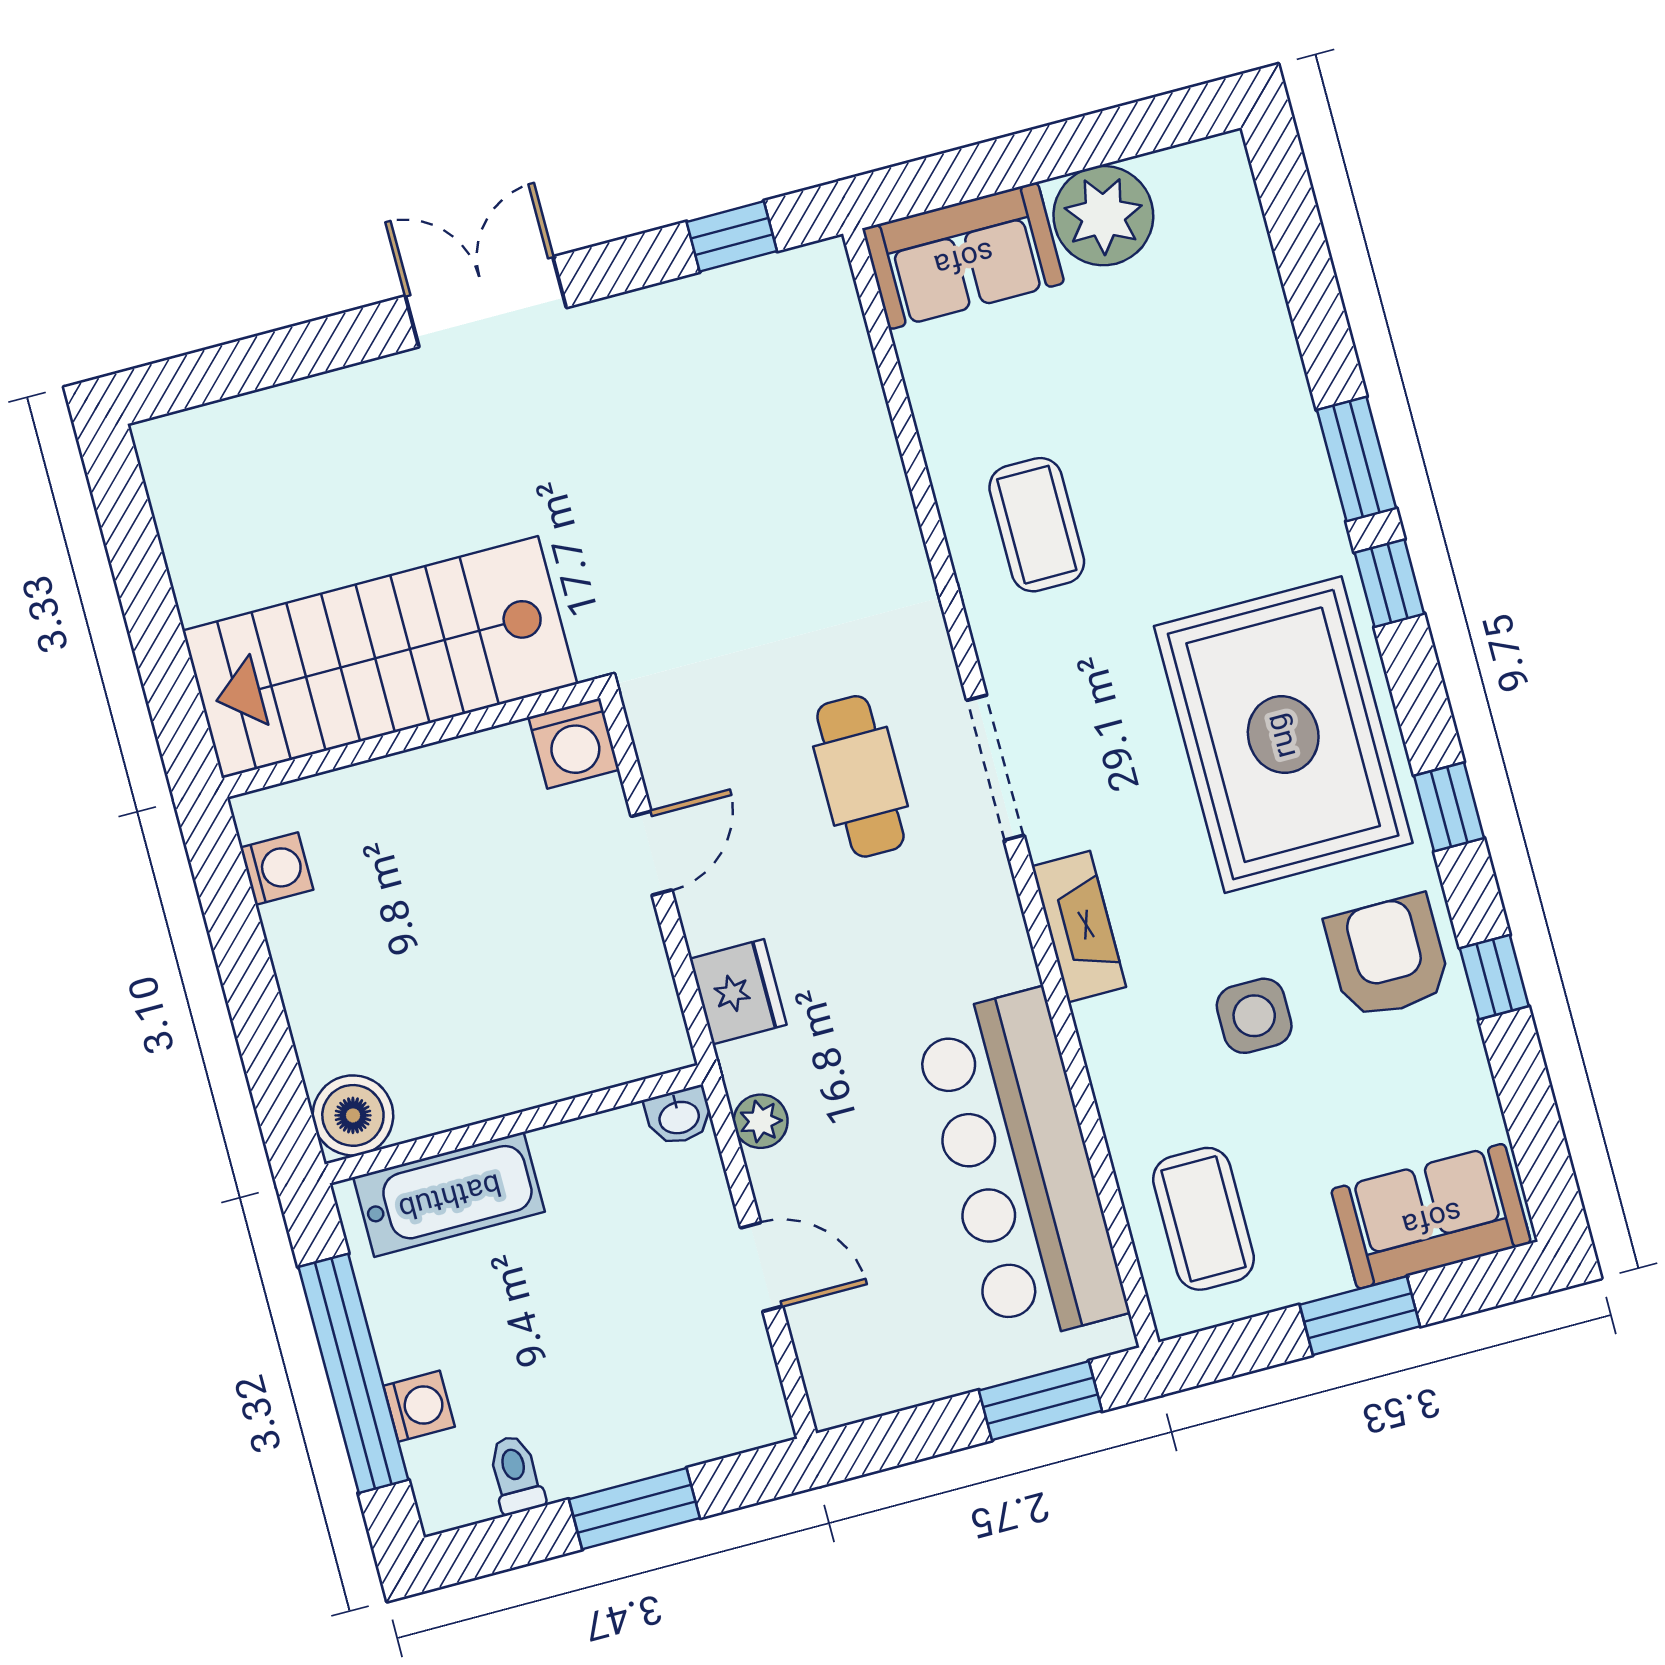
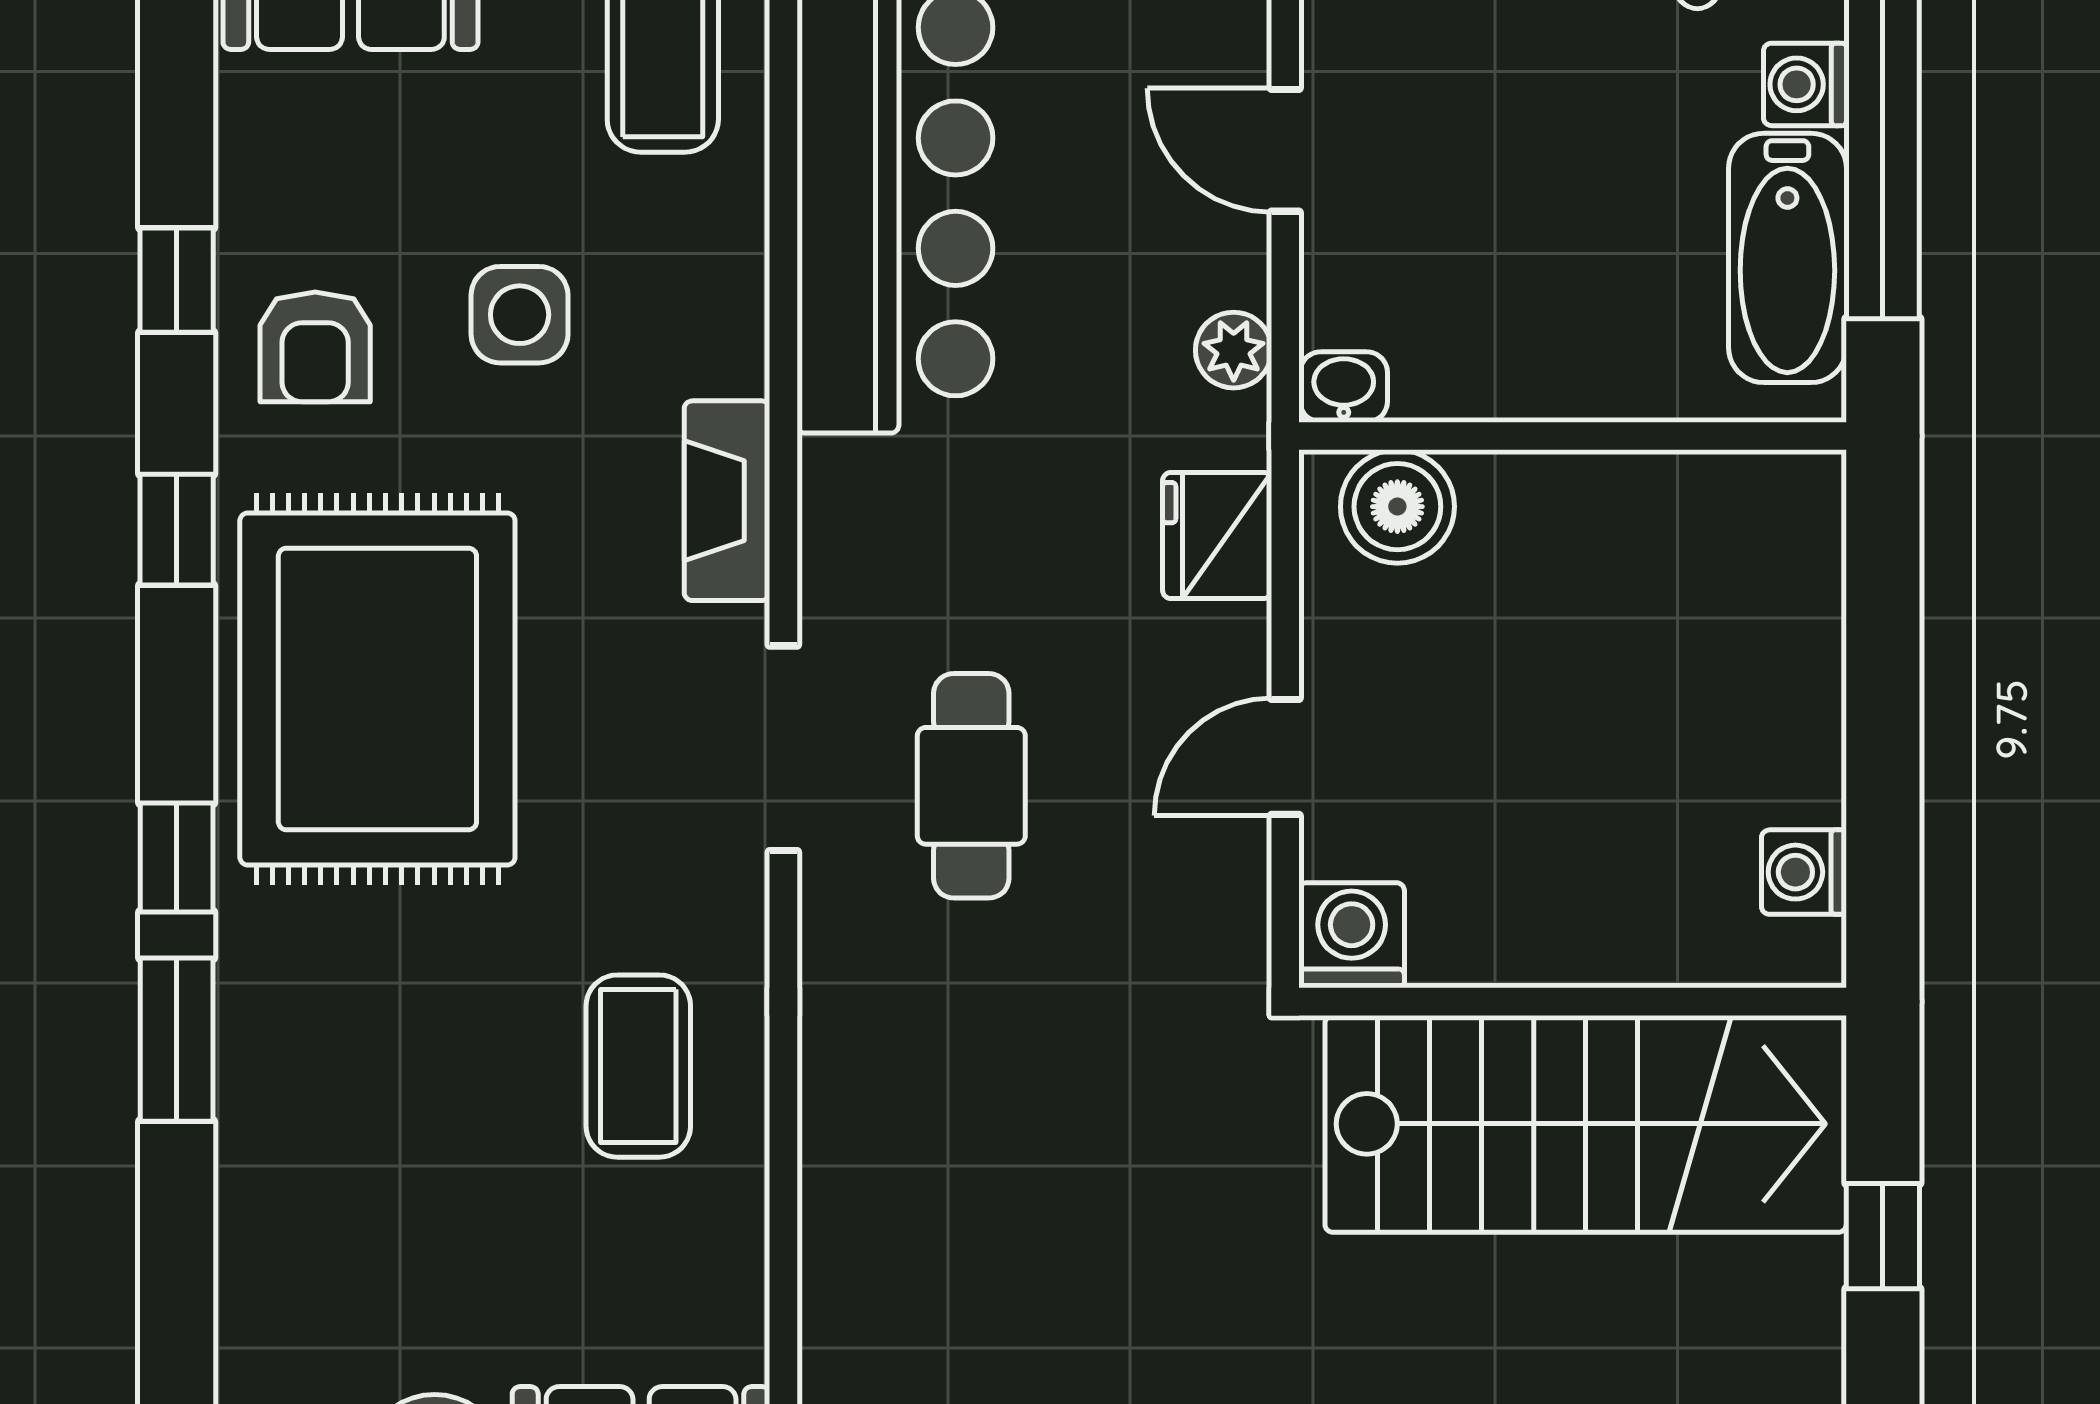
window: (157, 635) -> (1883, 1236), added
armchair: (1388, 957) -> (315, 347), width x0.72, depth x0.72
boiler: (353, 1115) -> (1397, 507), moved
bathtub: (449, 1194) -> (1787, 258), moved, turned -90

